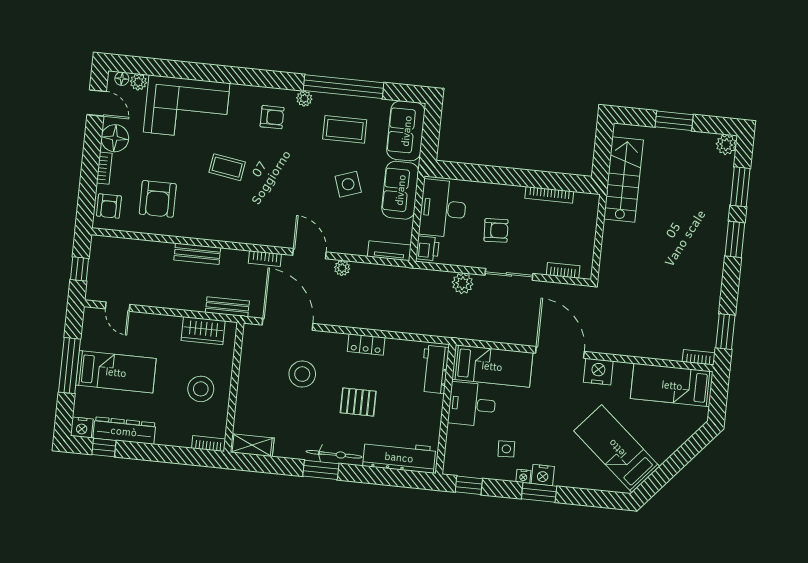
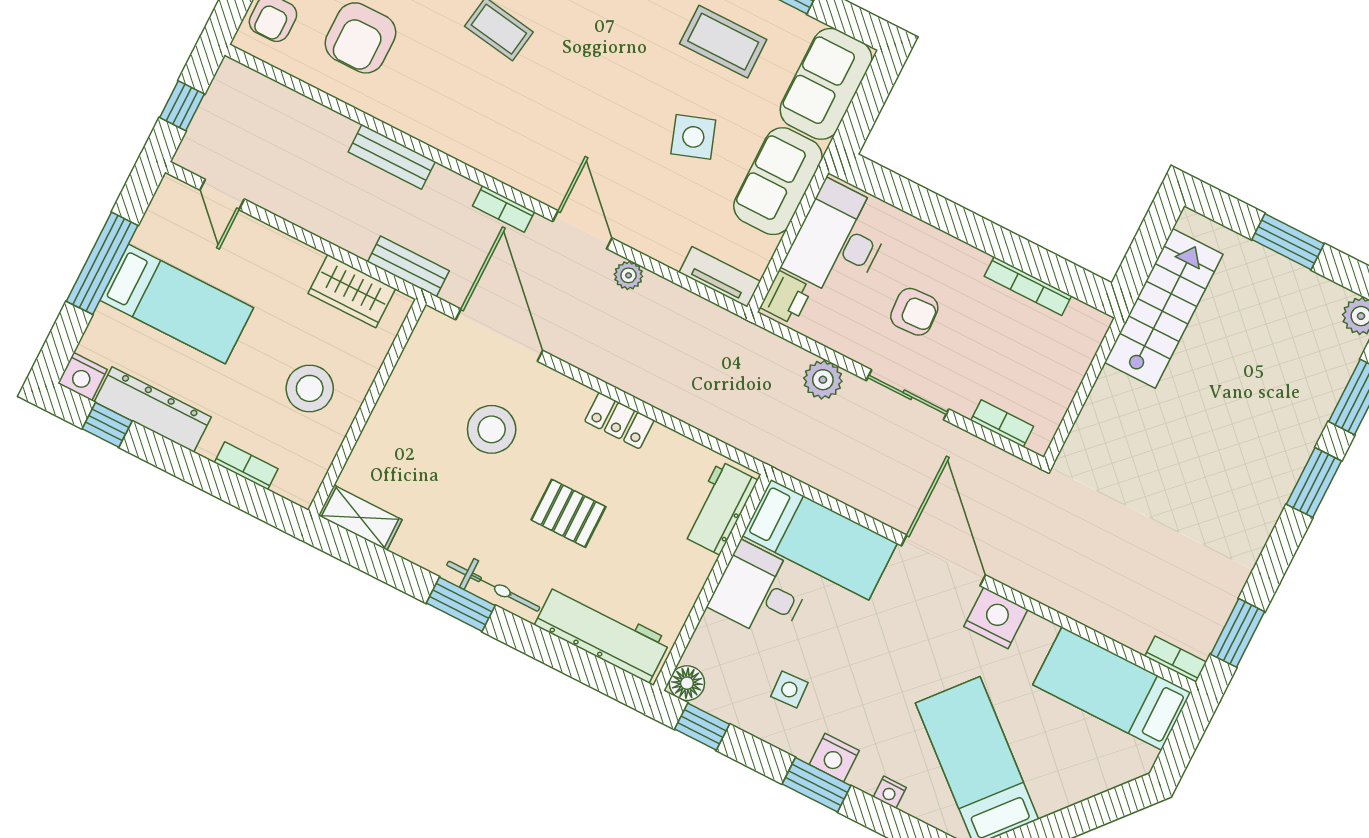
bookcase: (209, 444) -> (246, 466), moved
floor lamp: (453, 466) -> (687, 683), added
nightstand: (523, 476) -> (890, 792), moved

